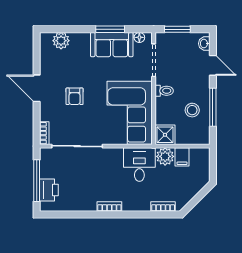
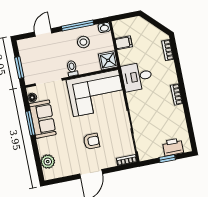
washbasin: (204, 44) -> (104, 28), moved
plant: (165, 156) -> (126, 57), removed
window: (37, 181) -> (167, 159), width x0.46

